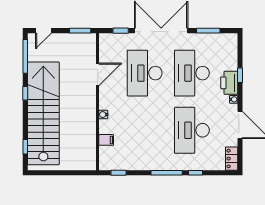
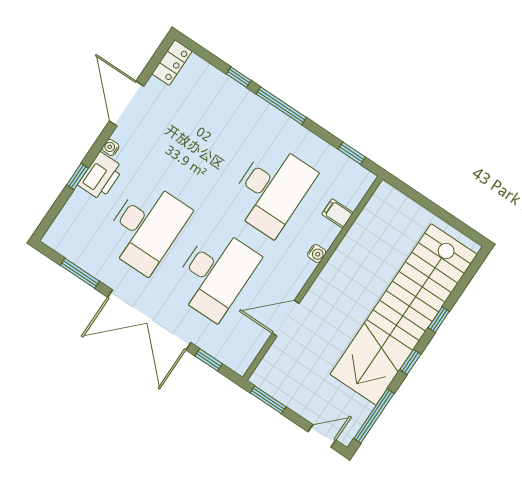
desk: (192, 130) -> (272, 190), moved
window: (25, 147) -> (439, 320), moved

